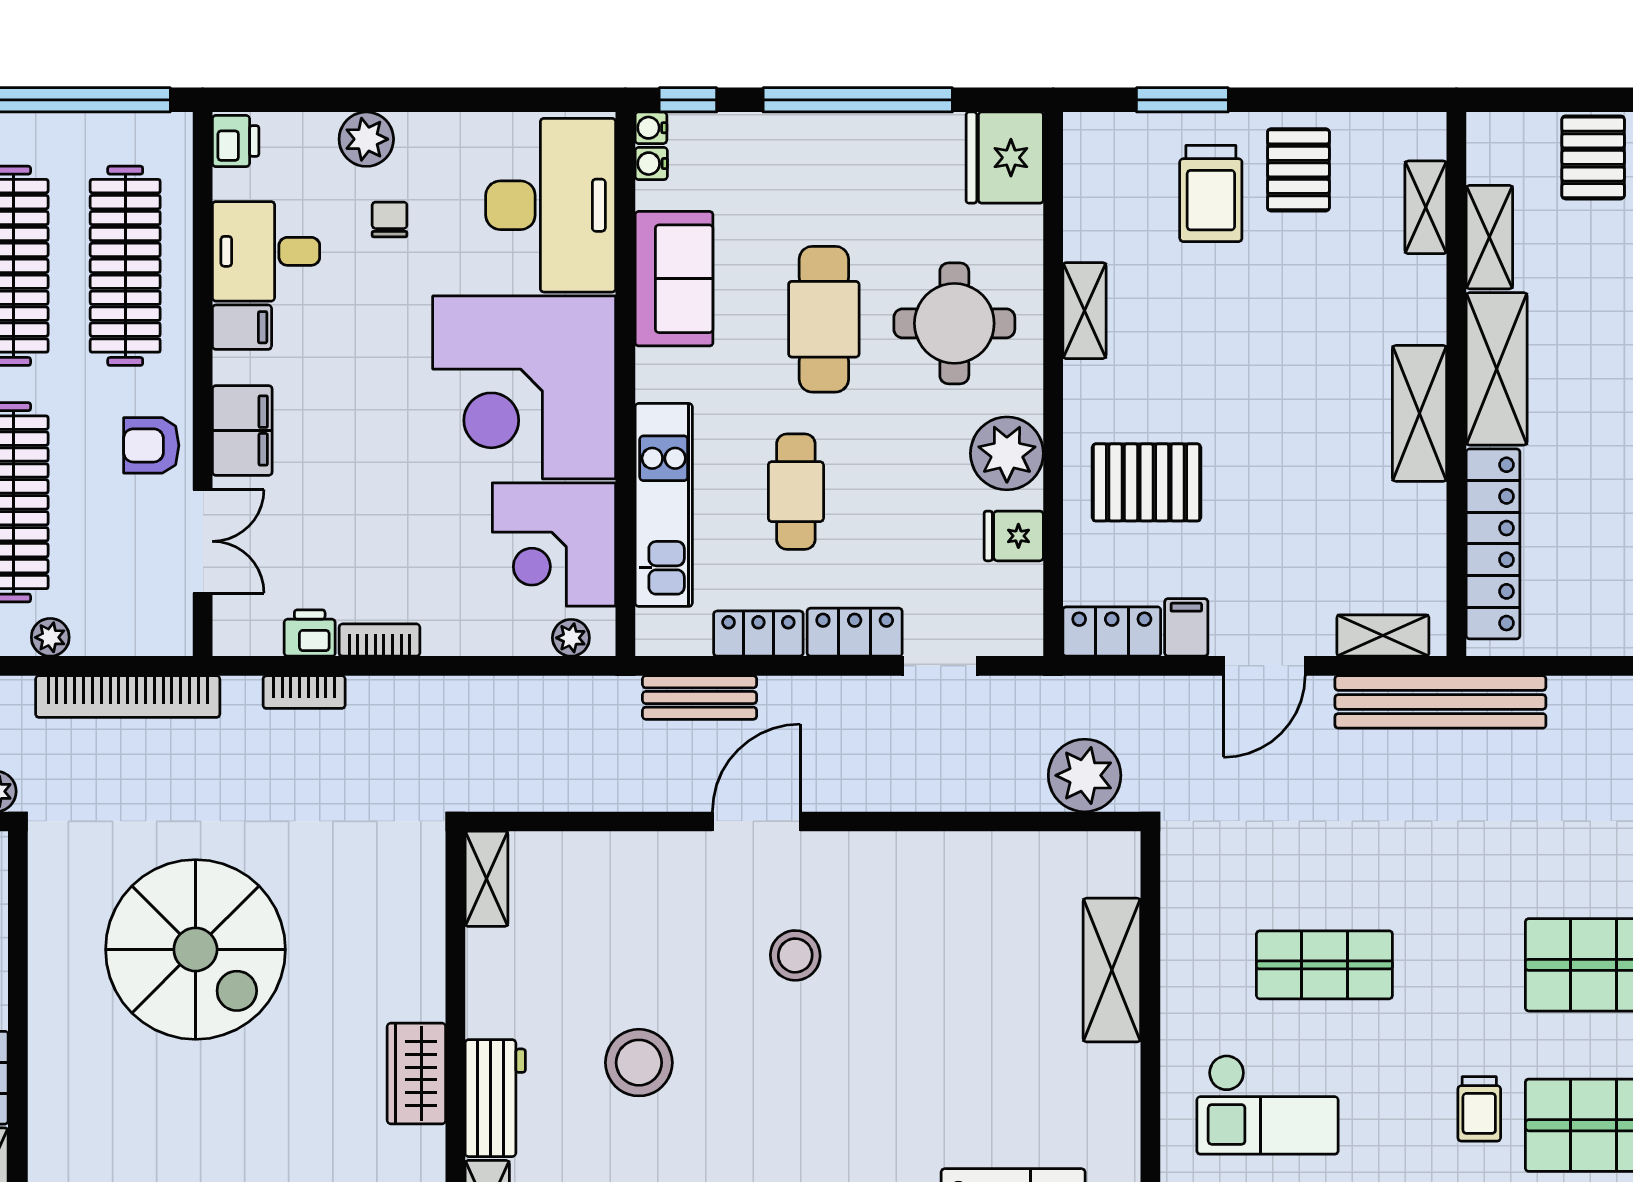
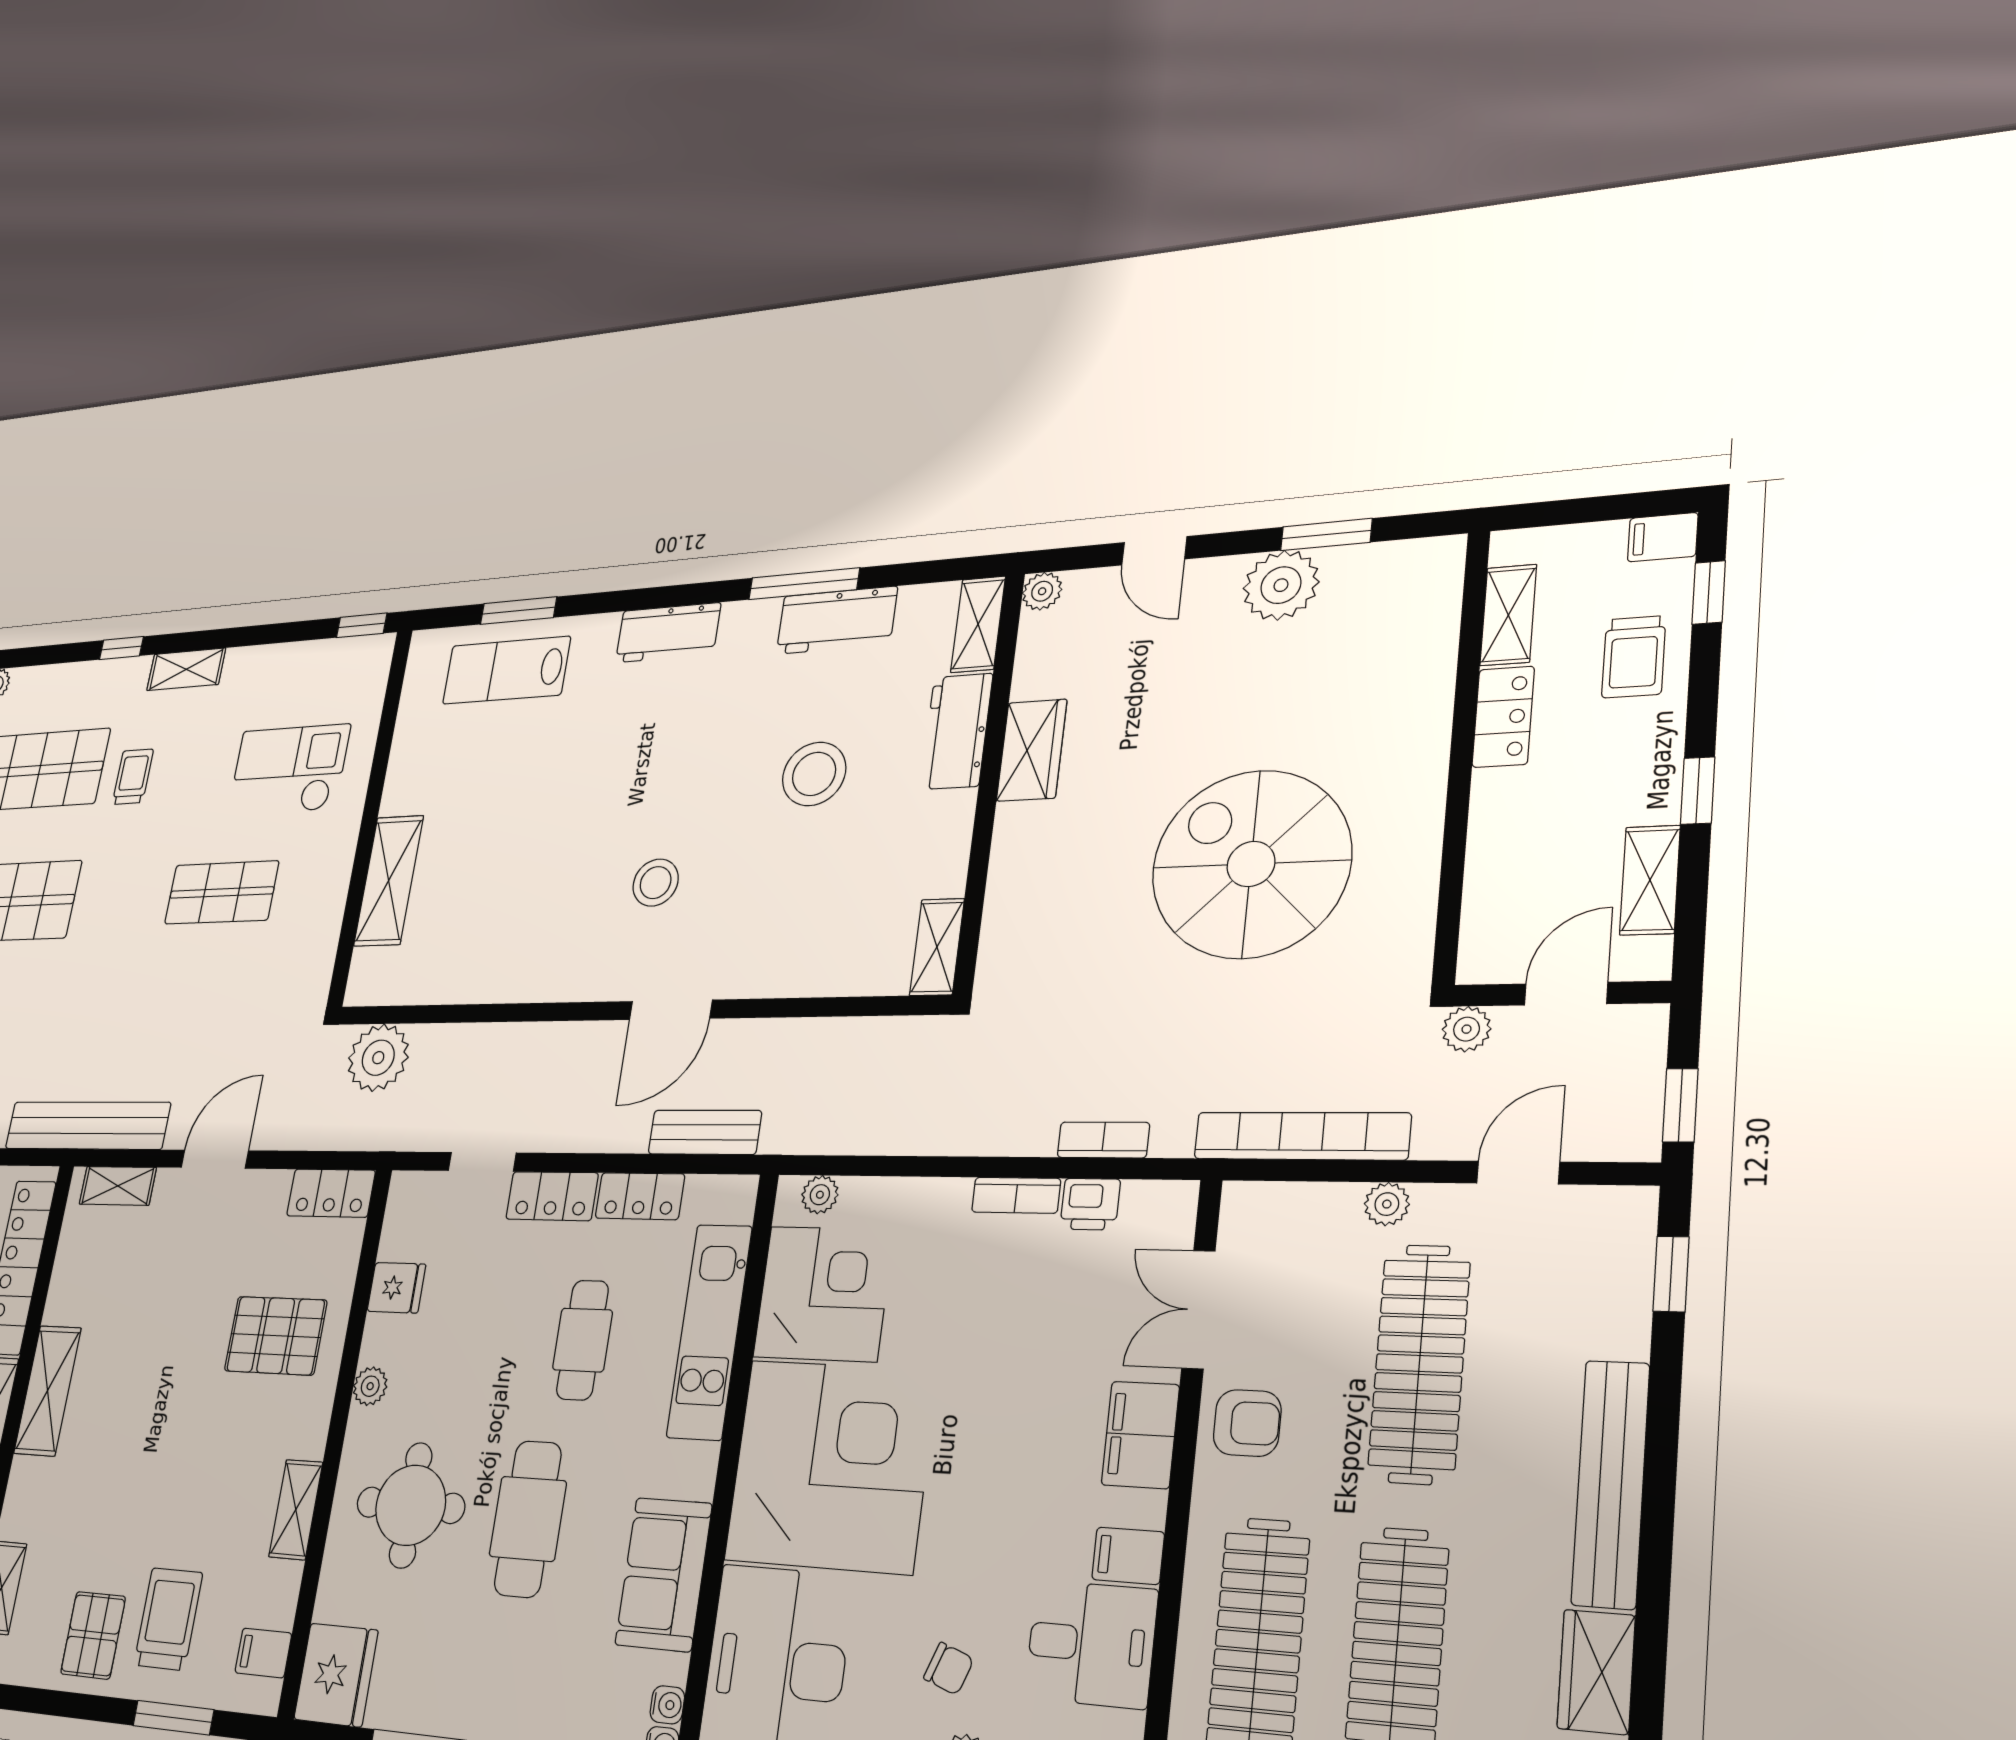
chair: (390, 219) -> (949, 1669), turned -70
plant: (1007, 453) -> (370, 1386), width x0.53, depth x0.53
filing cabinet: (1186, 627) -> (263, 1653), moved, turned 90

